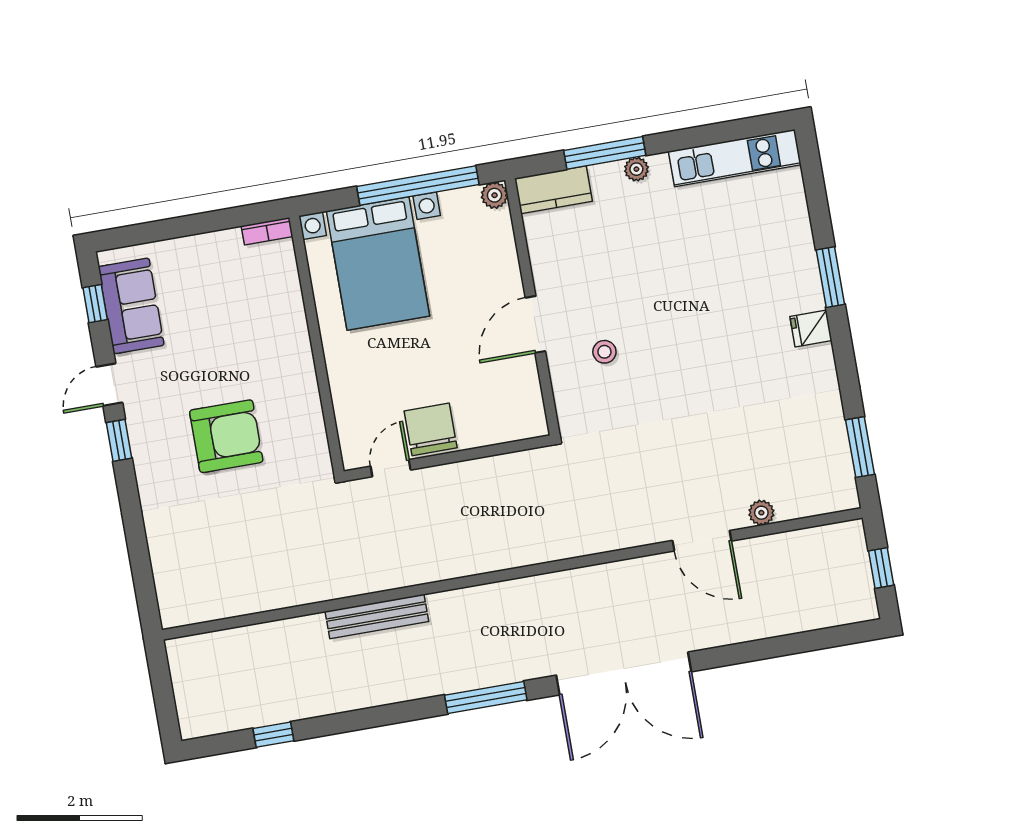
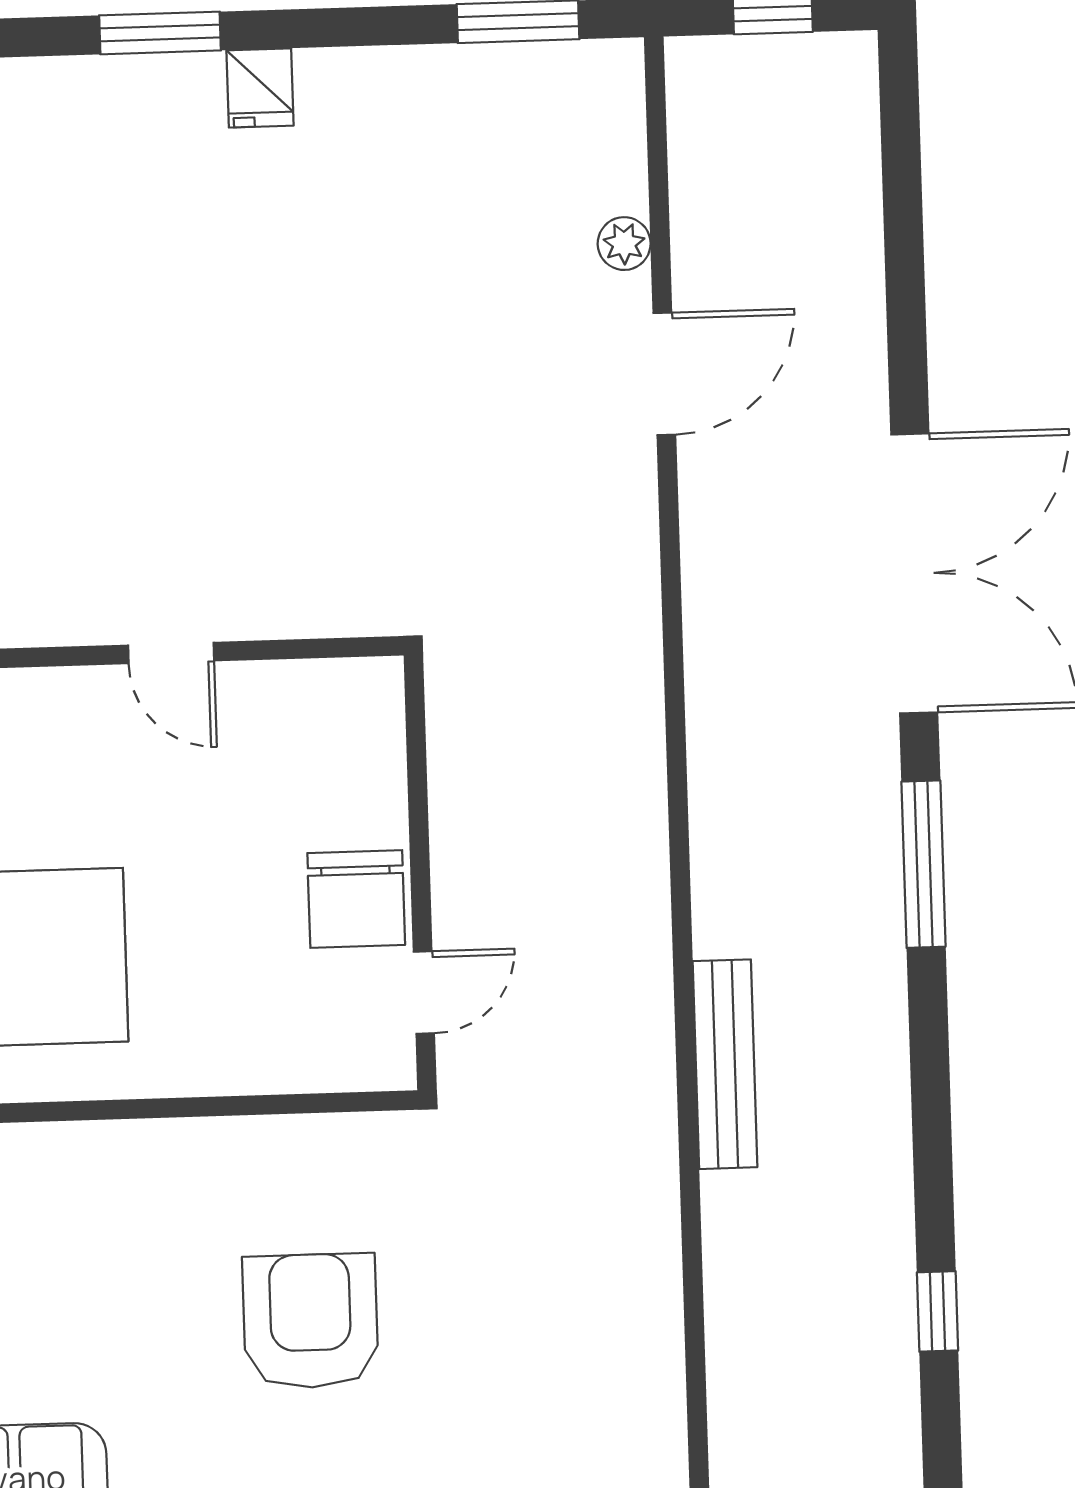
door: (535, 324) -> (171, 653), width x0.73
stool: (604, 352) -> (248, 519), removed
chair: (431, 429) -> (356, 899), turned -90
door: (391, 468) -> (424, 993), swing flipped

